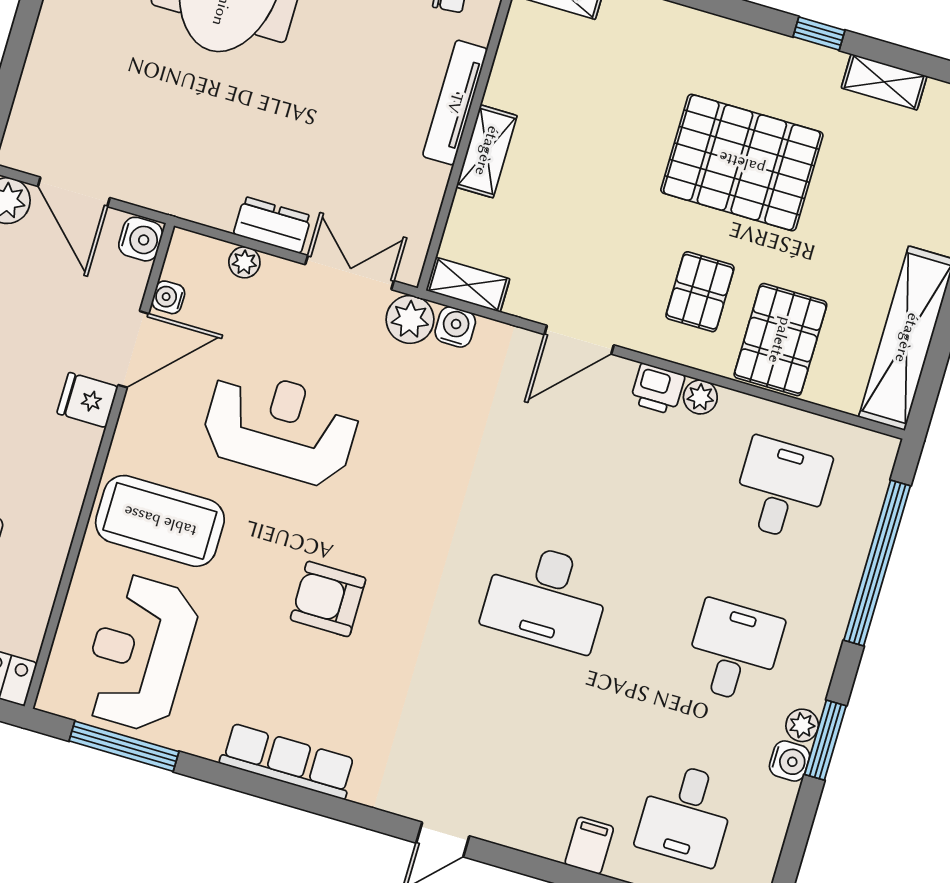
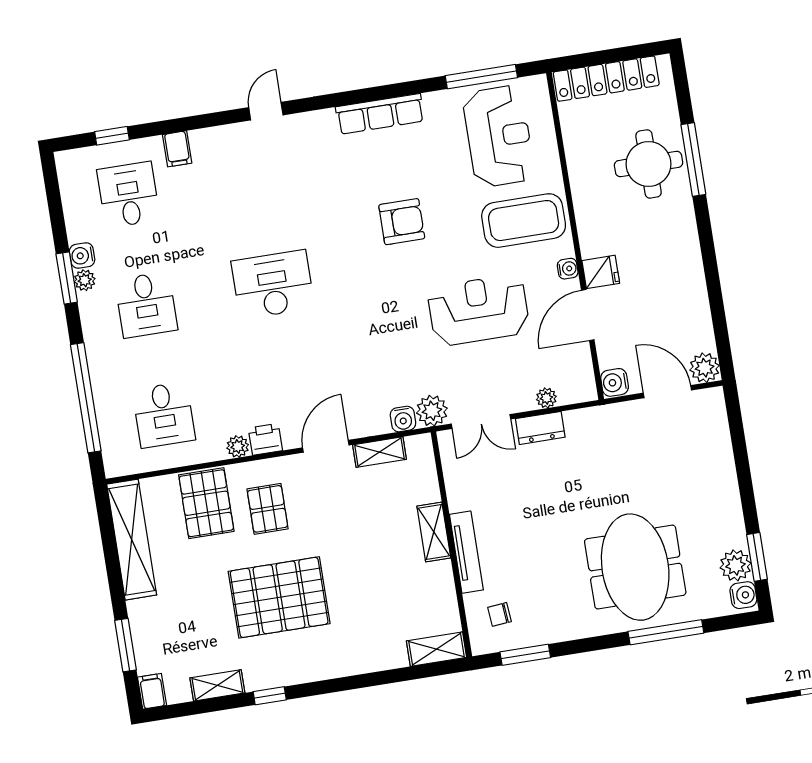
shelving: (468, 285) -> (380, 452), moved
water cooler: (168, 297) -> (568, 269), moved
reception desk: (280, 427) -> (478, 310), turned 180

